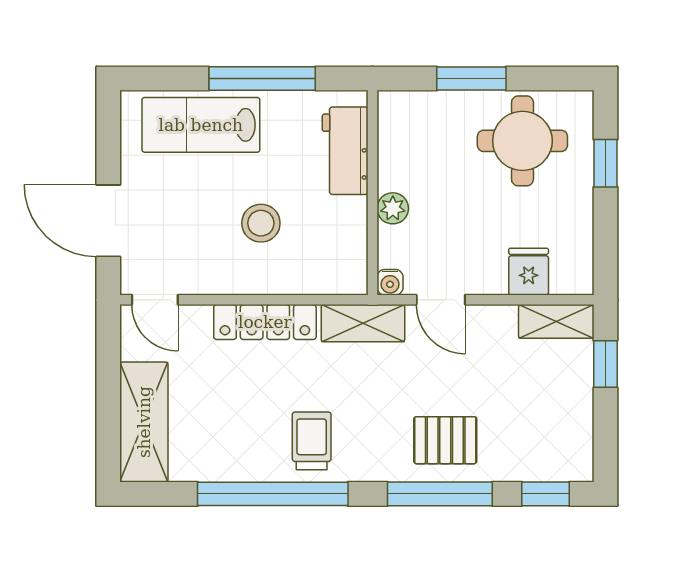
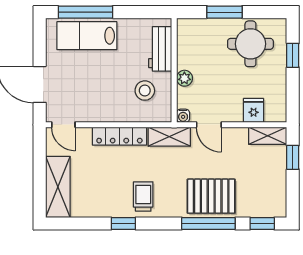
window: (262, 78) -> (85, 12), moved
stool: (261, 223) -> (145, 91), moved
pallet: (445, 440) -> (211, 196), width x1.50, depth x1.42
window: (273, 494) -> (123, 223), width x0.32

